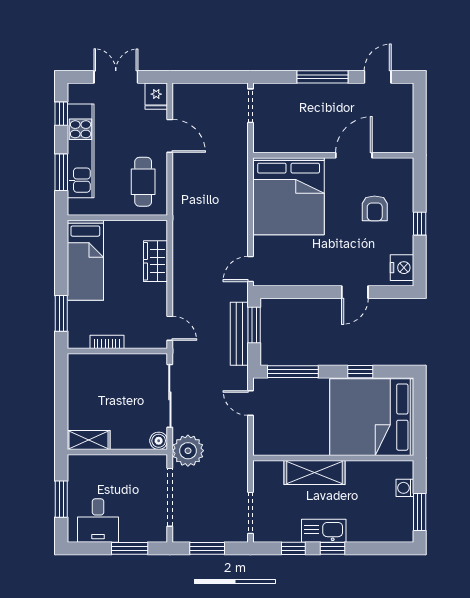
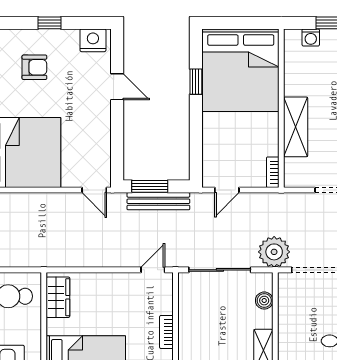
wardrobe: (155, 261) -> (58, 297), moved, turned -90
window: (293, 372) -> (196, 148), removed
boiler: (159, 441) -> (264, 301), moved
bookcase: (269, 449) -> (273, 172), added

